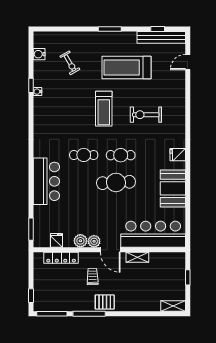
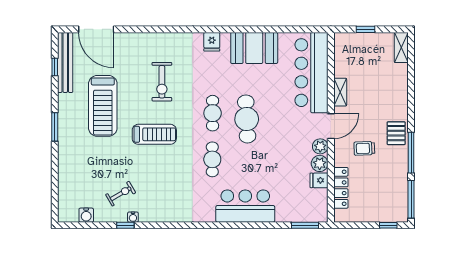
door: (188, 62) -> (96, 29), width x1.88
exercise bike: (70, 63) -> (121, 194), moved
fridge: (56, 240) -> (319, 180), moved

